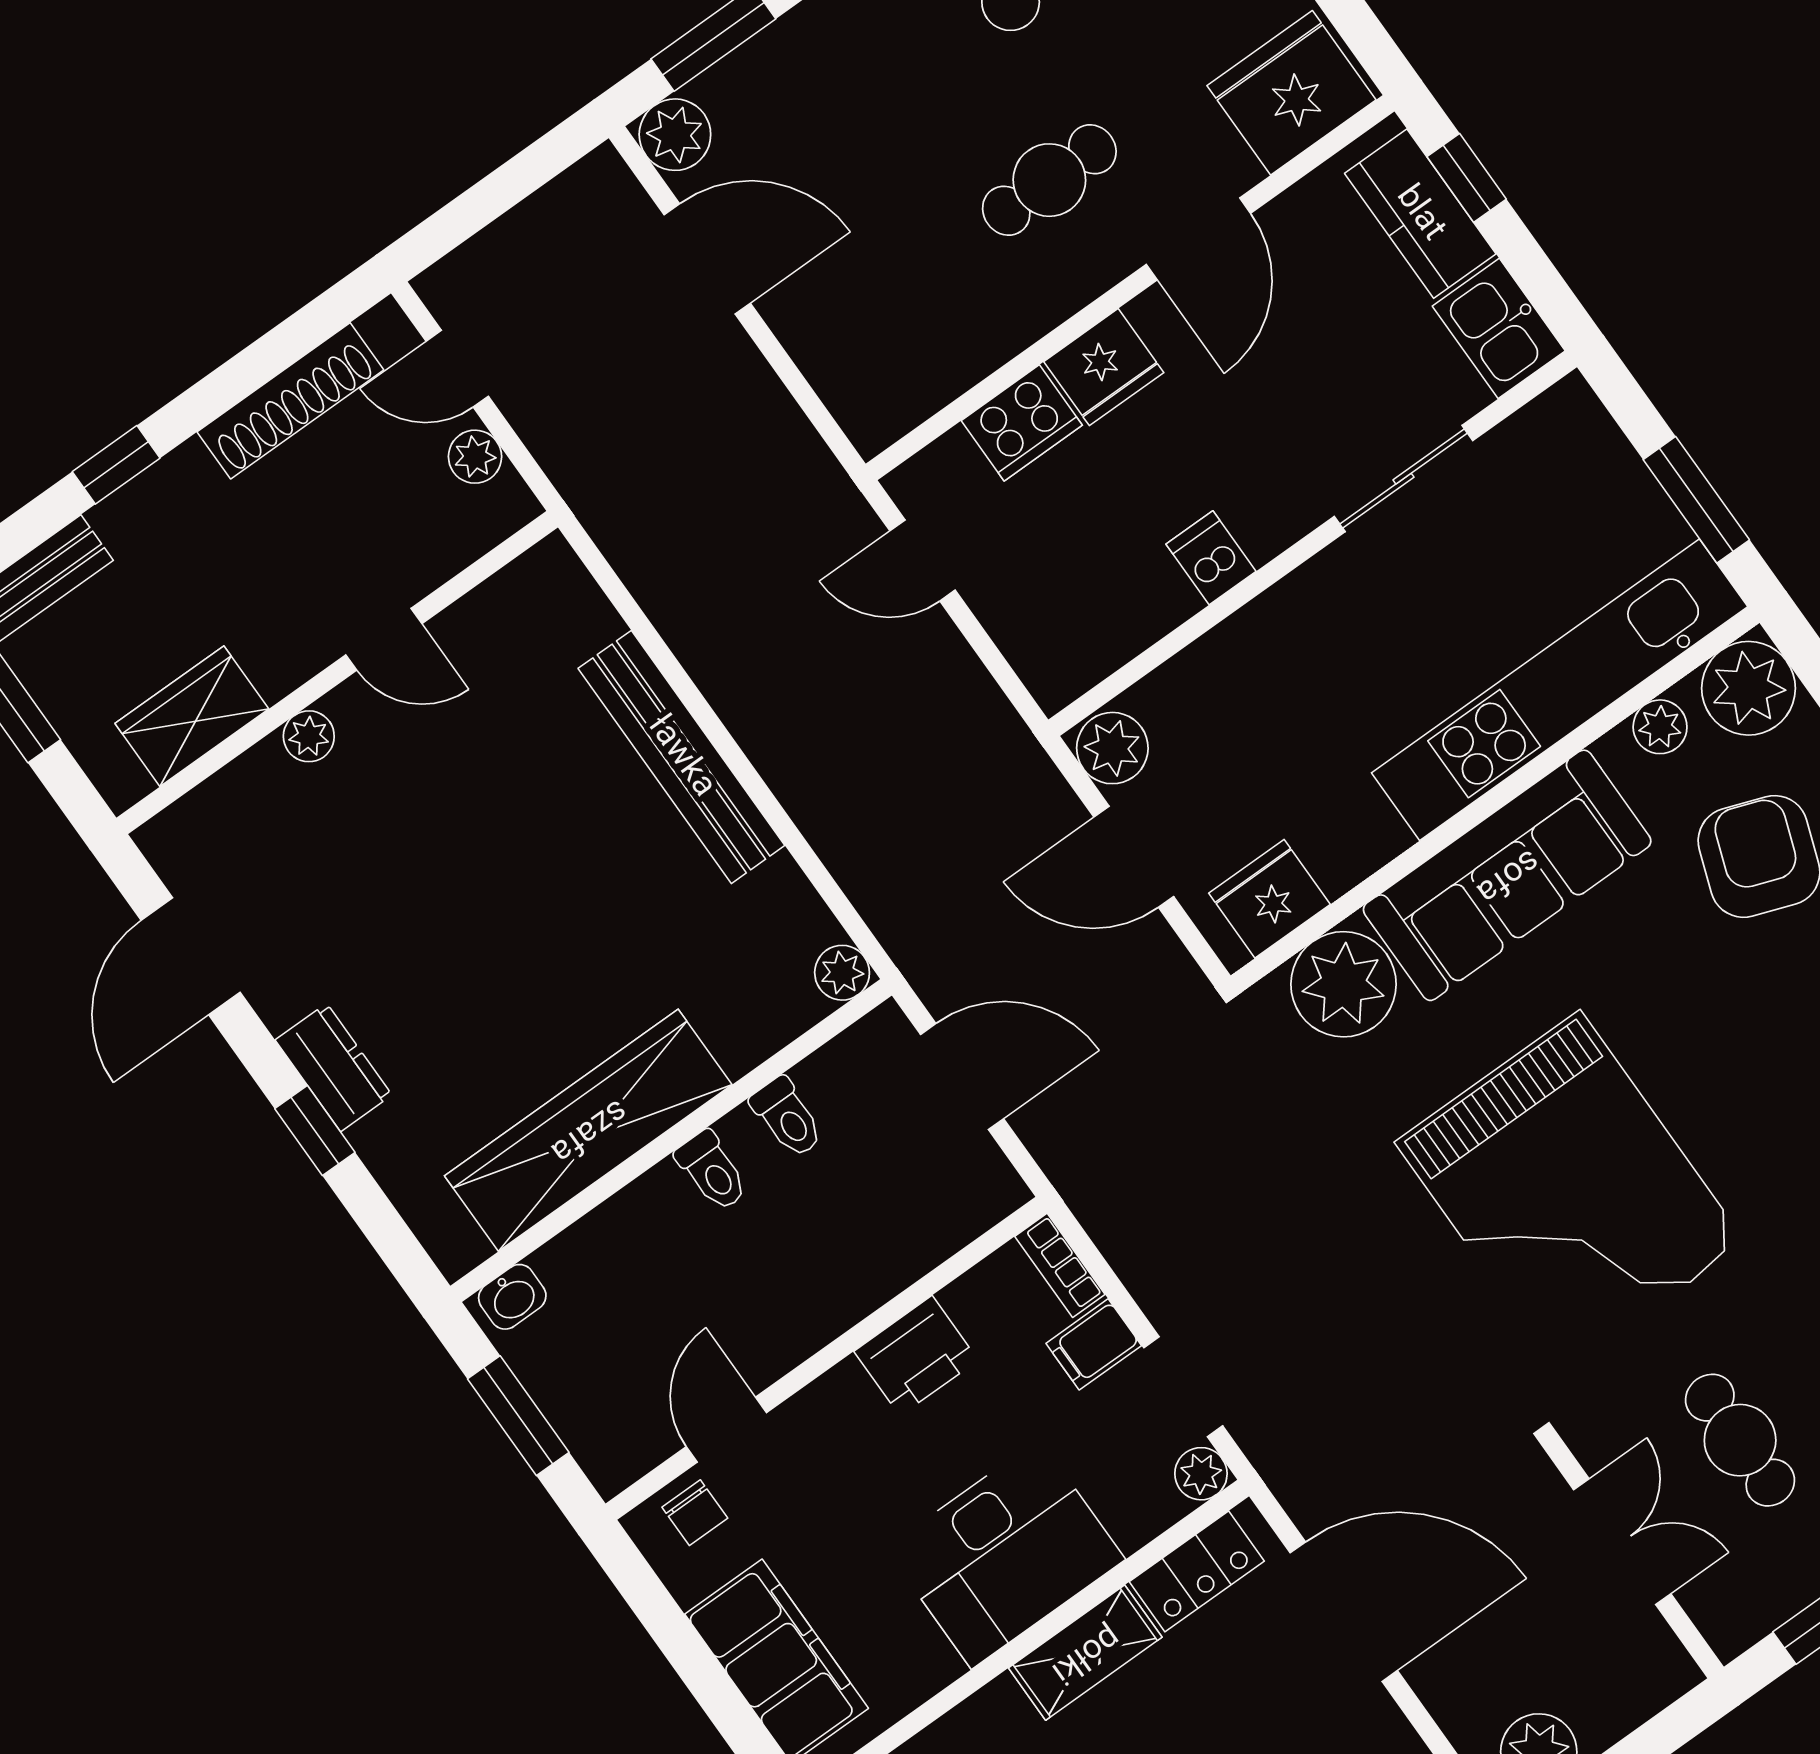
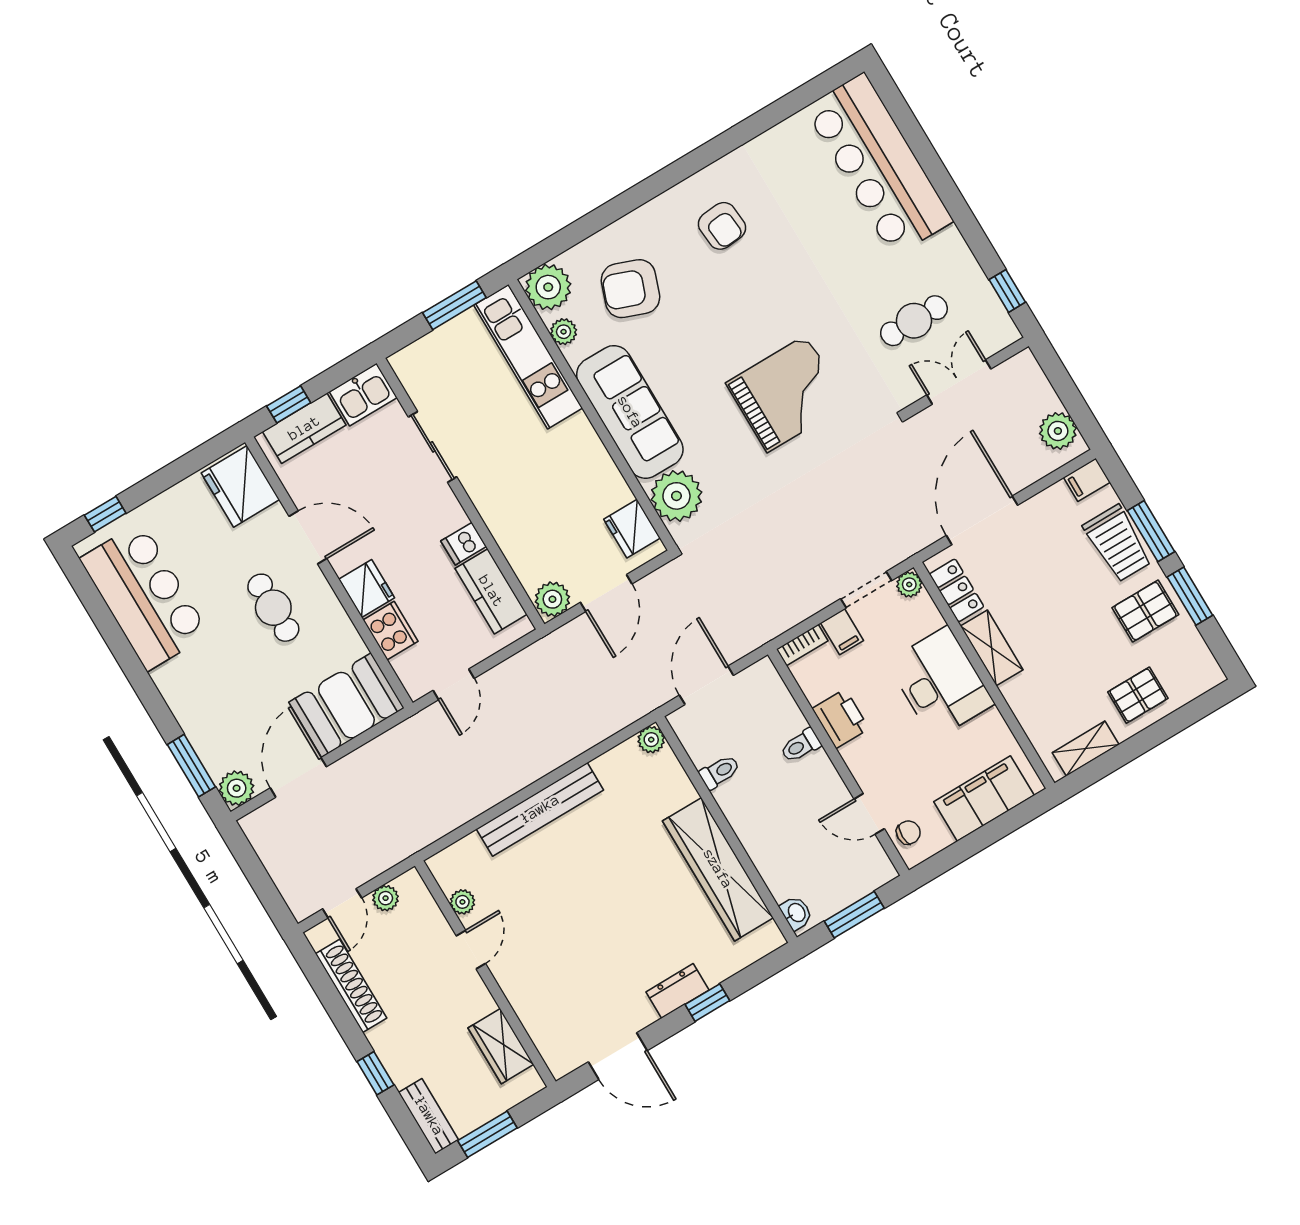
booth: (862, 345) -> (346, 705), added
kitchen counter: (1118, 622) -> (491, 591), added
kitchen unit: (1560, 690) -> (528, 357), width x0.73
plant: (309, 736) -> (462, 902), moved
toilet: (712, 1171) -> (801, 746), moved, turned 180
grand piano: (1570, 1192) -> (787, 394), width x0.73, depth x0.68

